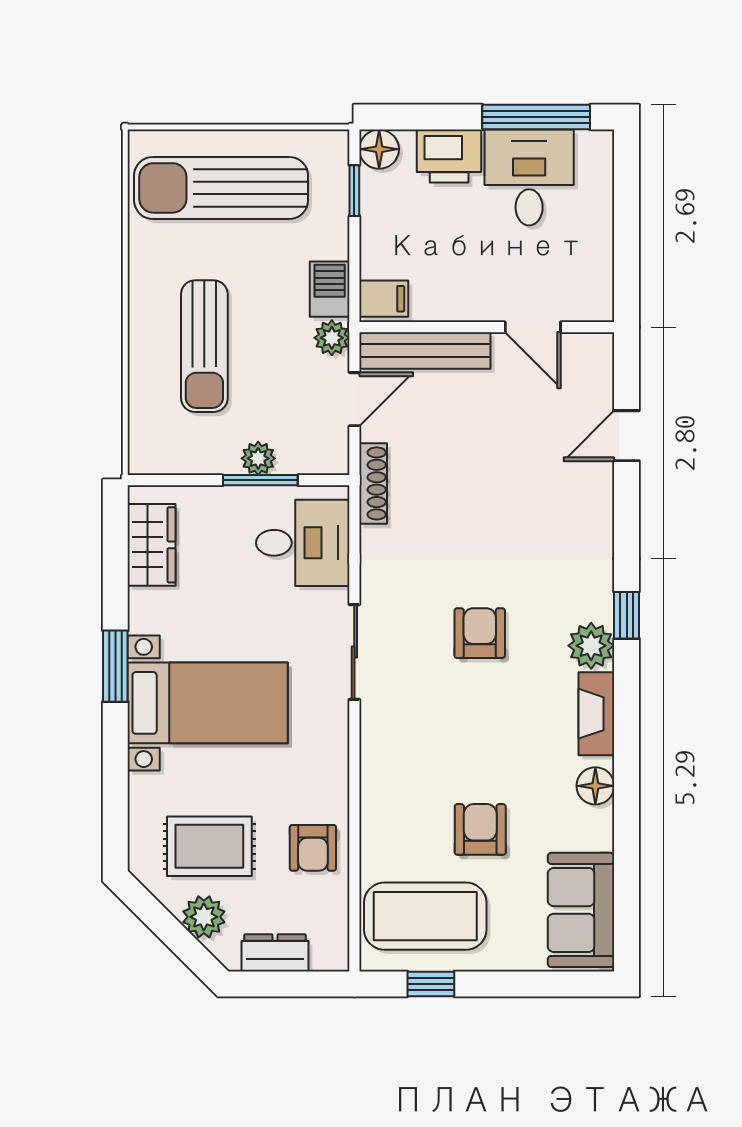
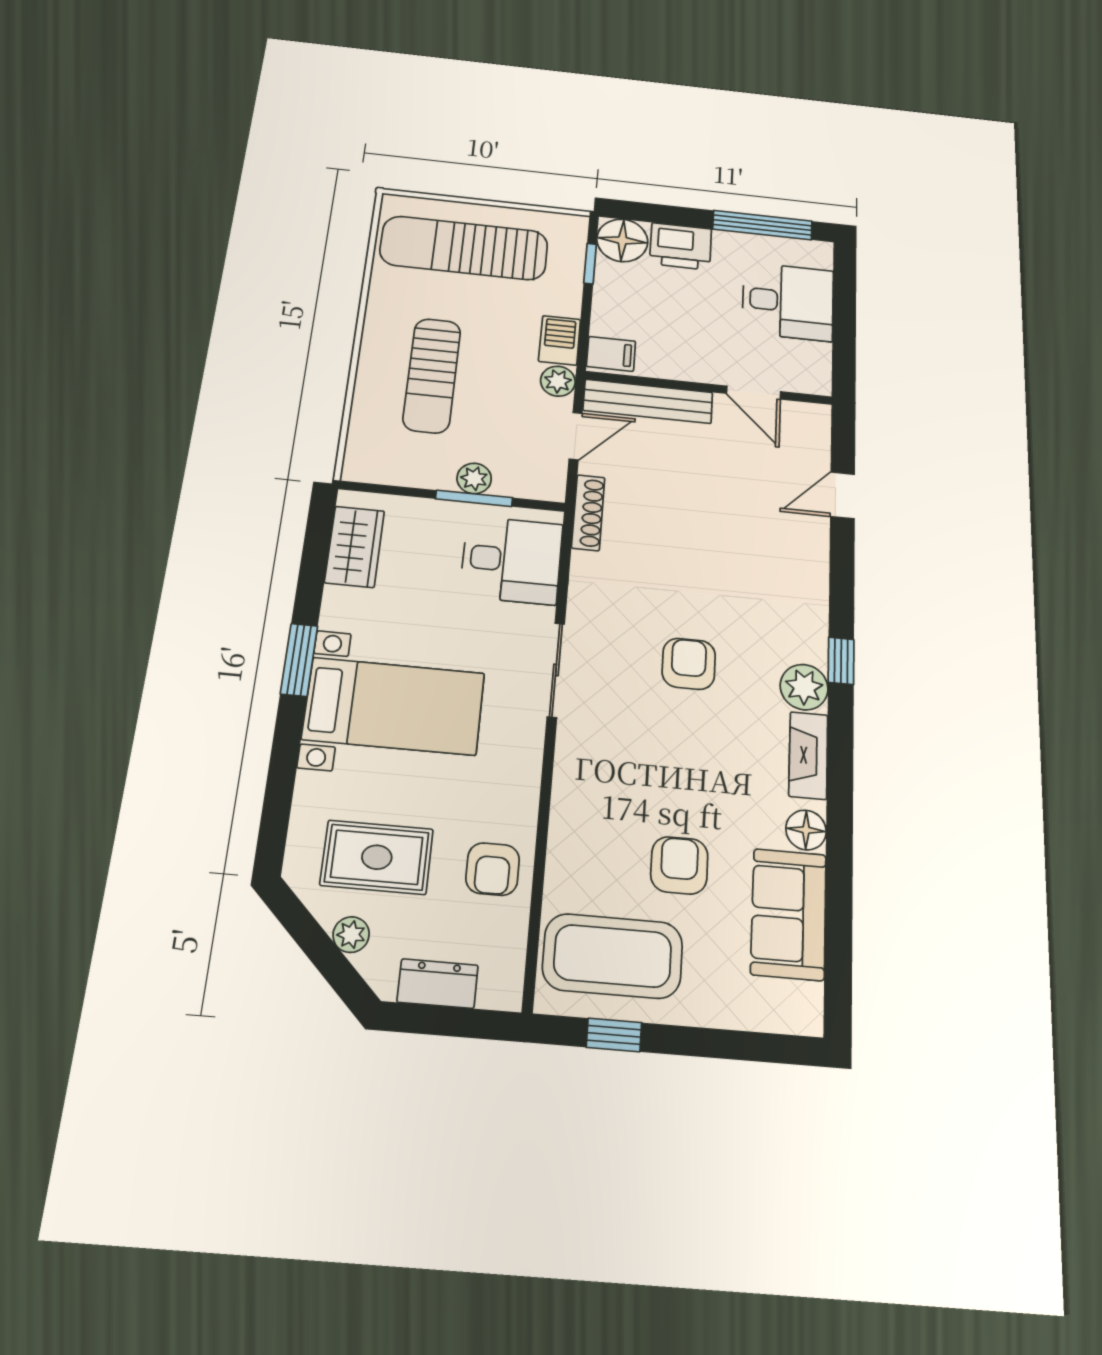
floor lamp: (379, 149) -> (622, 240), width x1.38, depth x1.38
desk: (529, 178) -> (788, 302), moved, turned 90
sofa: (581, 910) -> (789, 914), moved
plant: (204, 917) -> (351, 935), width x0.73, depth x0.73

